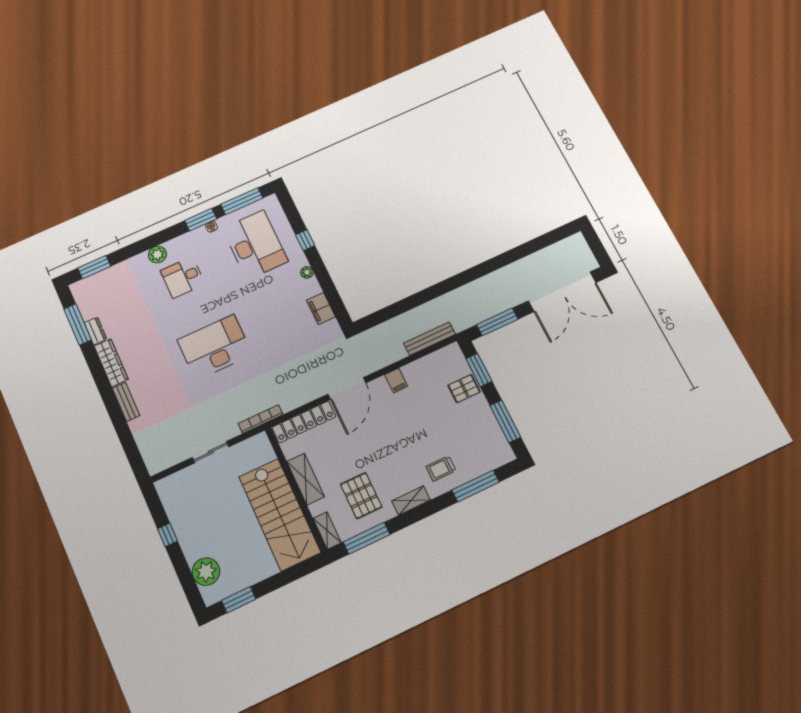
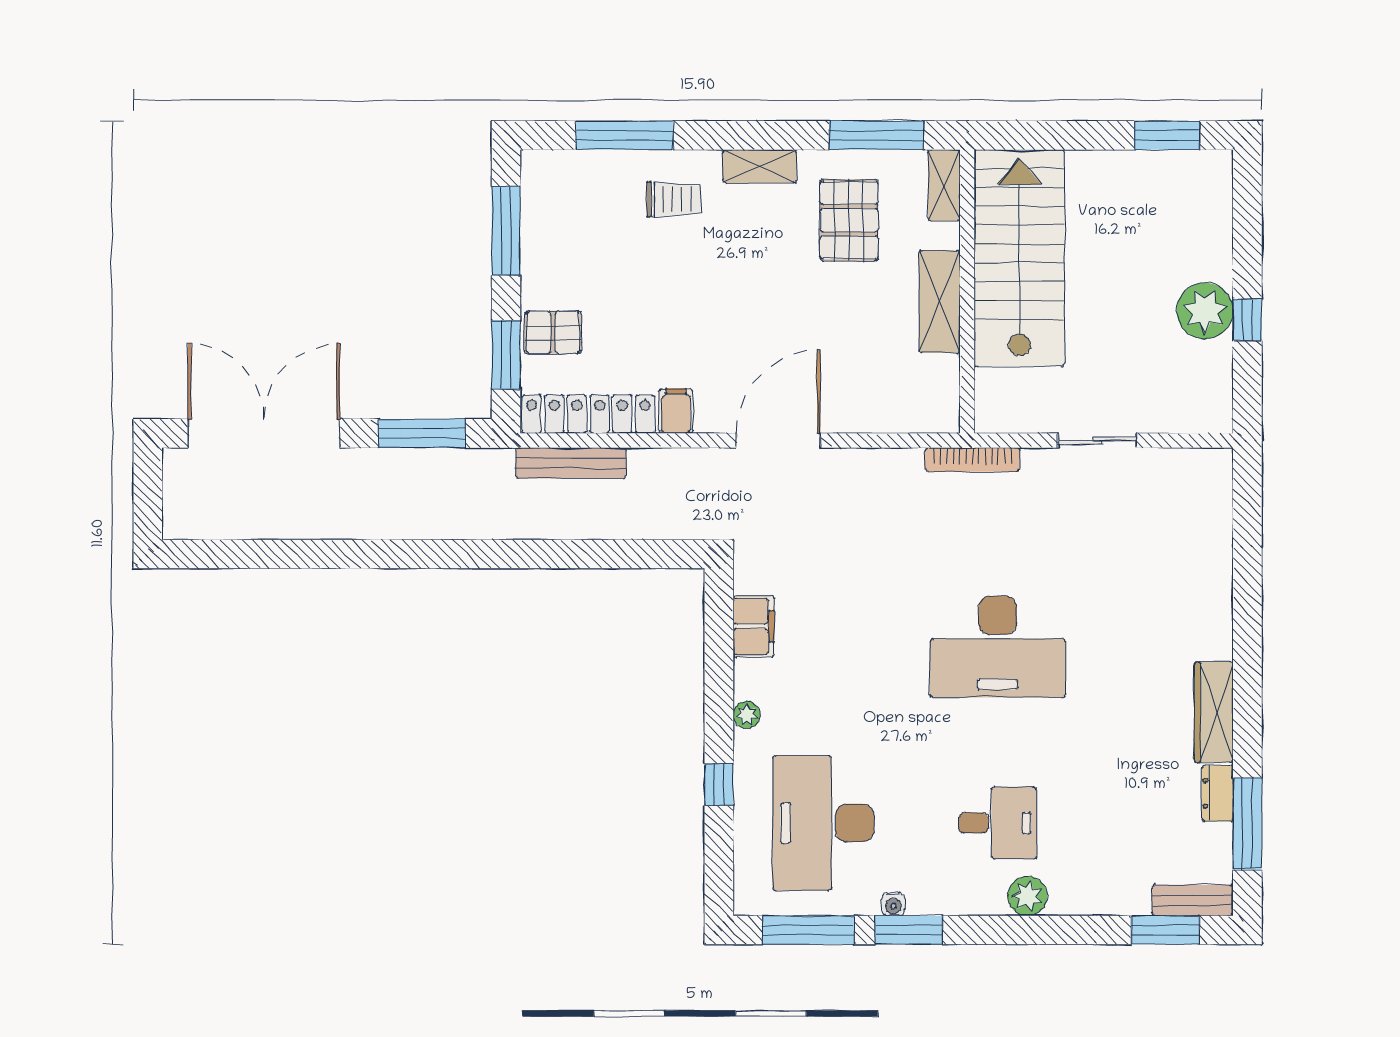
bench: (126, 402) -> (1193, 900), moved, turned 90
locker: (304, 422) -> (588, 414), moved
plant: (206, 572) -> (1205, 311), moved

